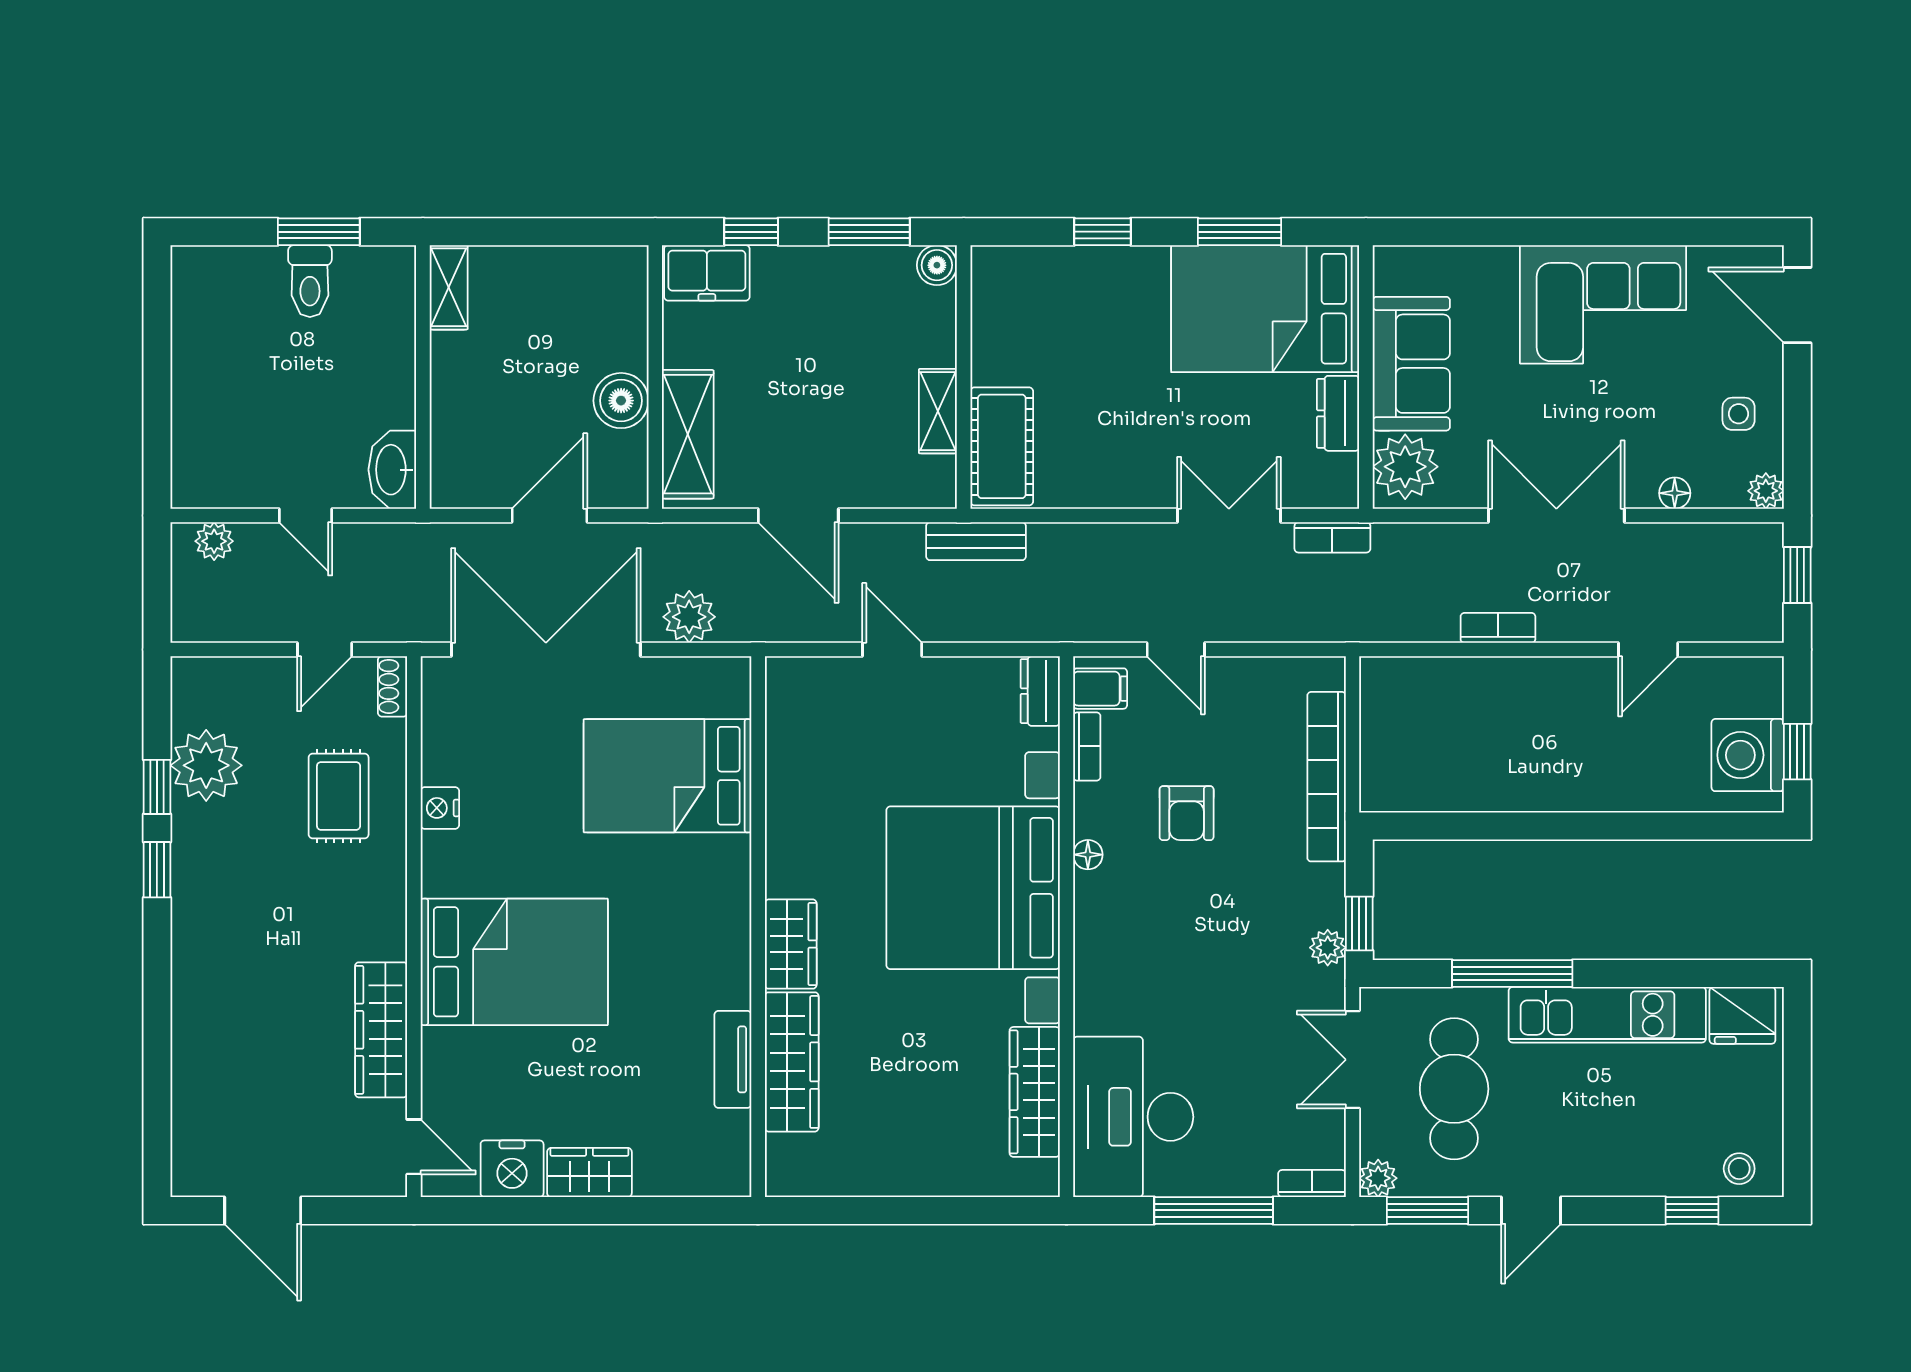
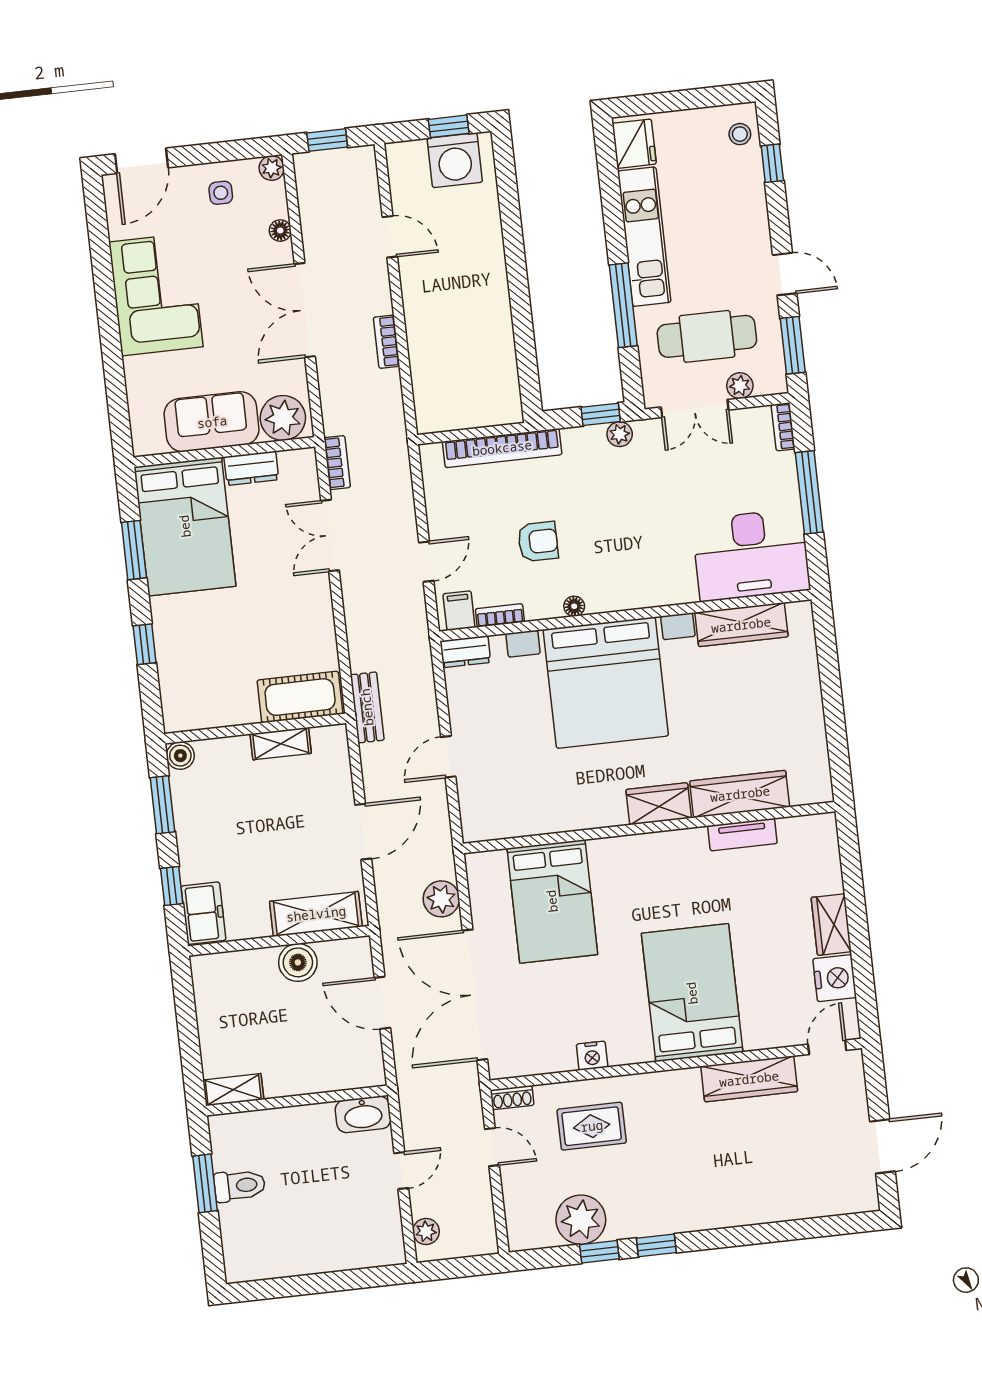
plant: (1378, 1178) -> (740, 386), moved

